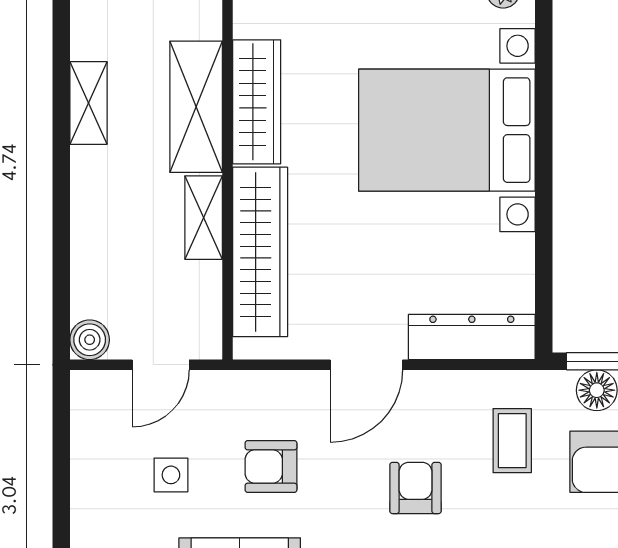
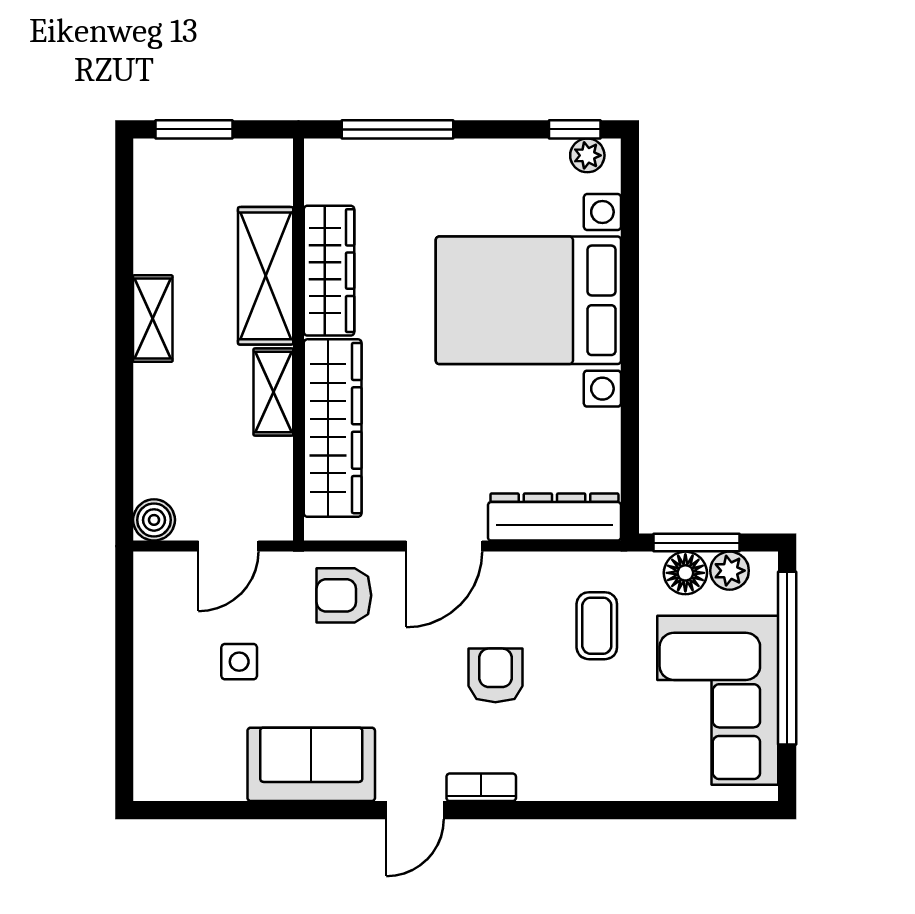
shelving: (88, 103) -> (153, 319), moved
armchair: (271, 467) -> (344, 595), moved

